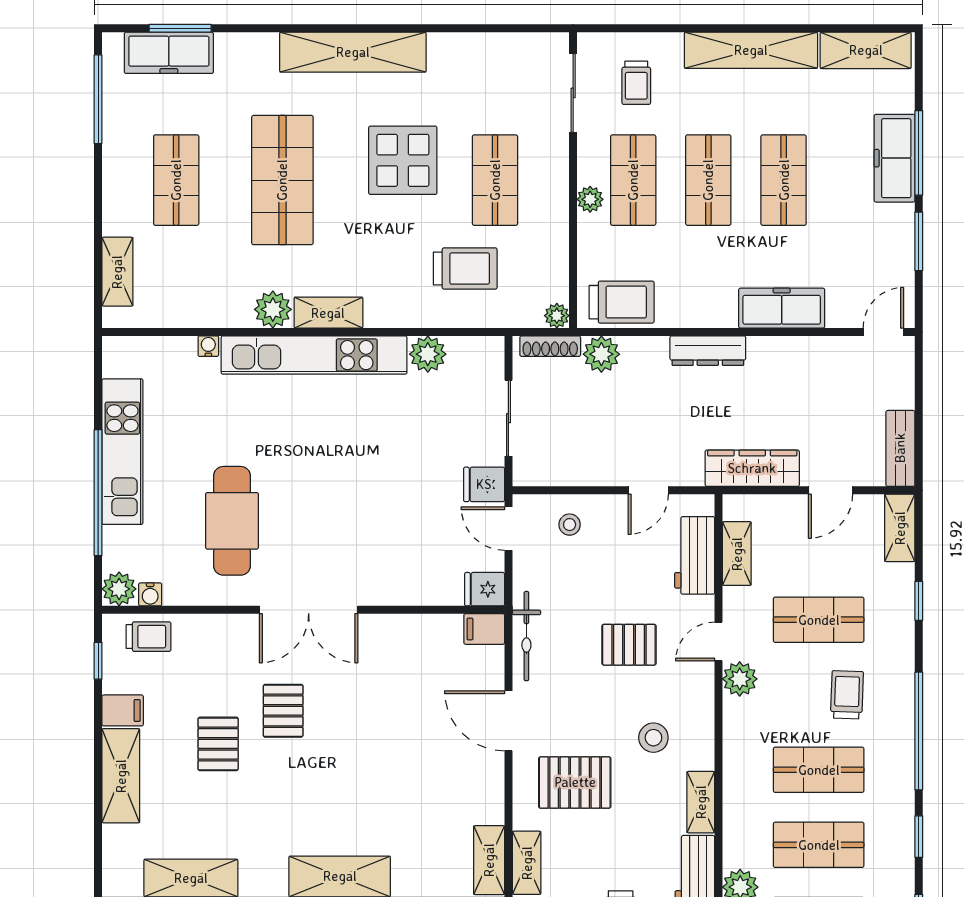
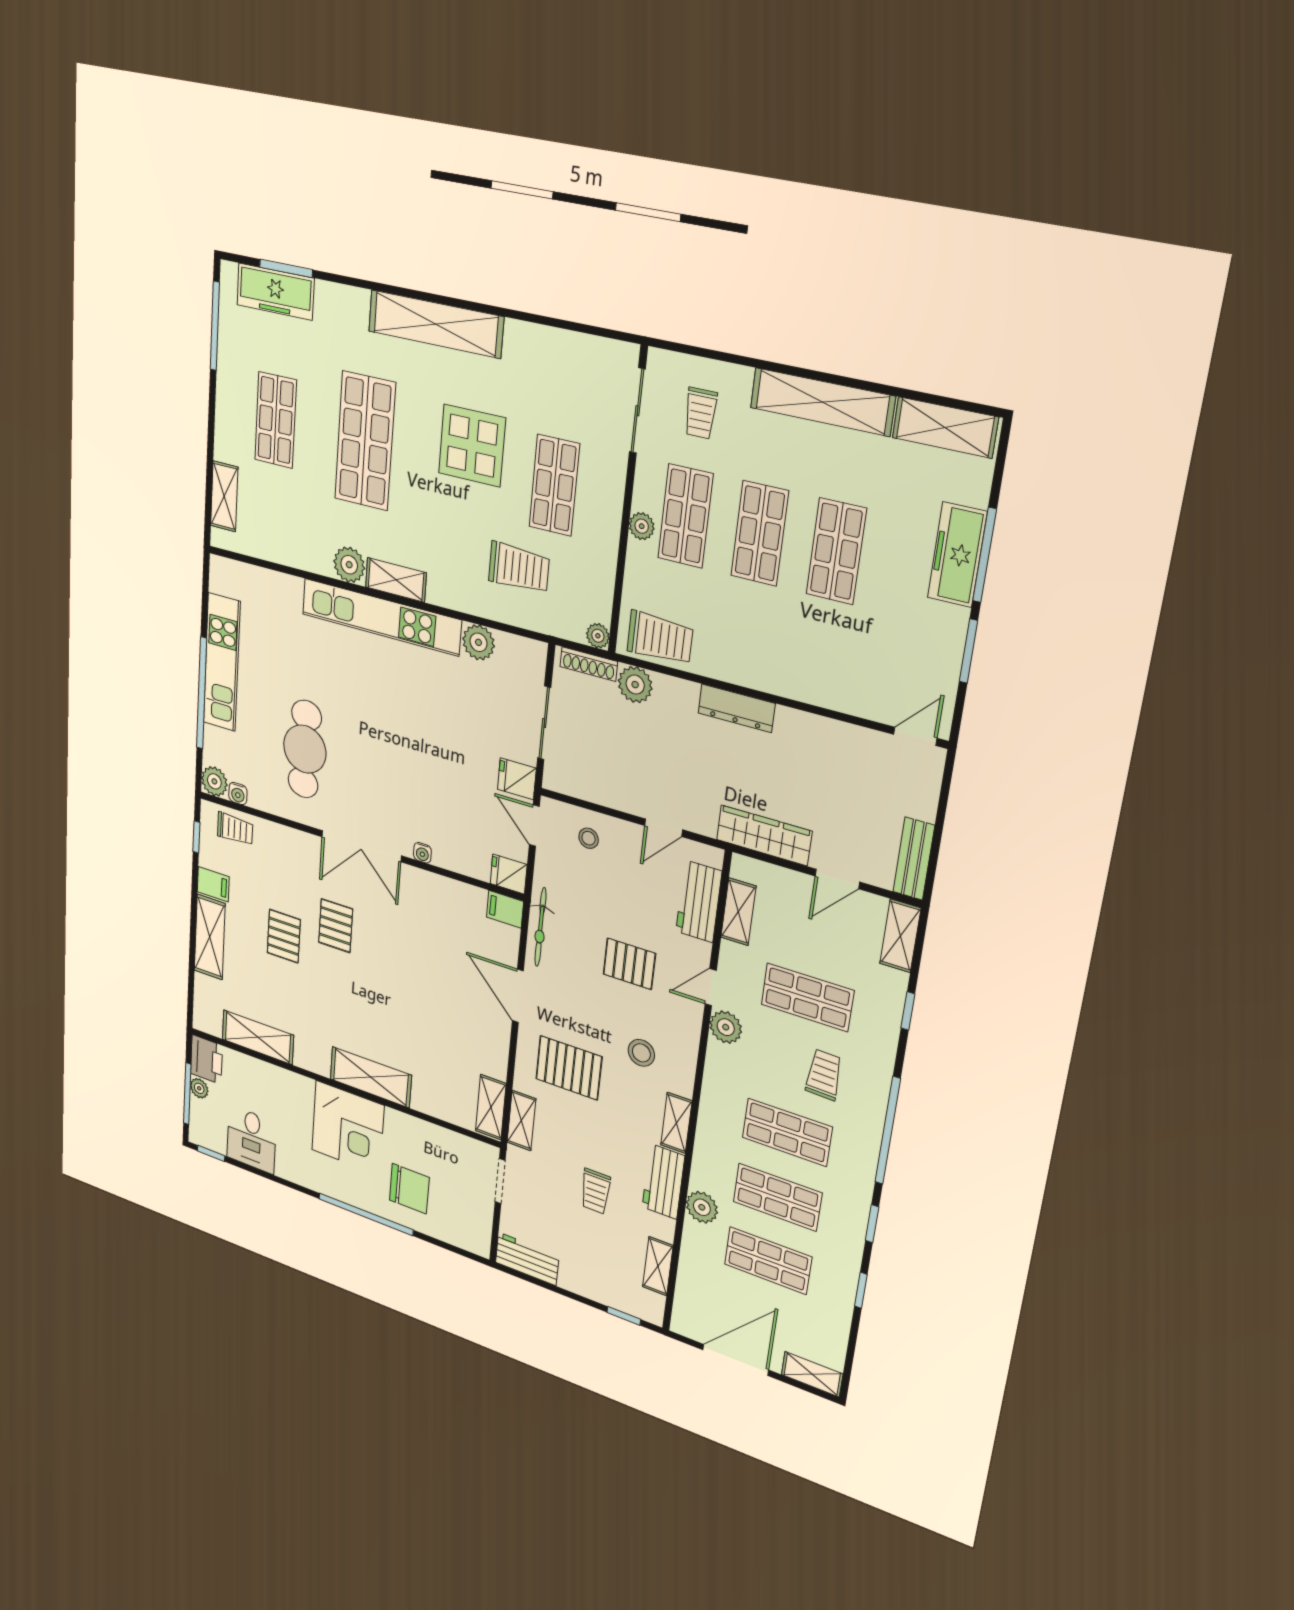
freezer: (782, 308) -> (815, 685), removed
water cooler: (208, 346) -> (422, 853), moved, turned 180

